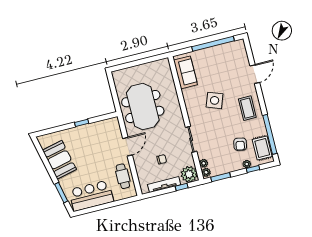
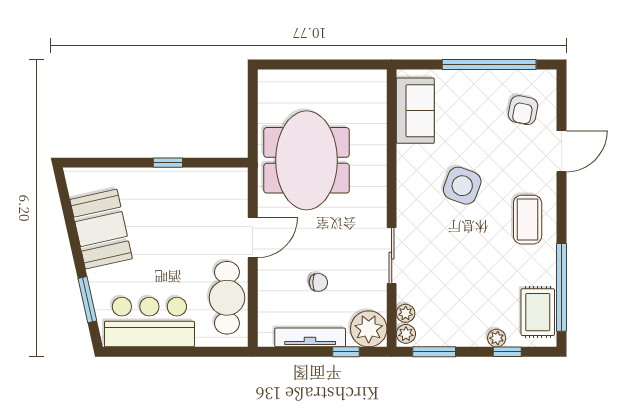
armchair: (240, 144) -> (523, 110), moved
cafe table: (123, 176) -> (227, 298), width x1.37, depth x1.35

